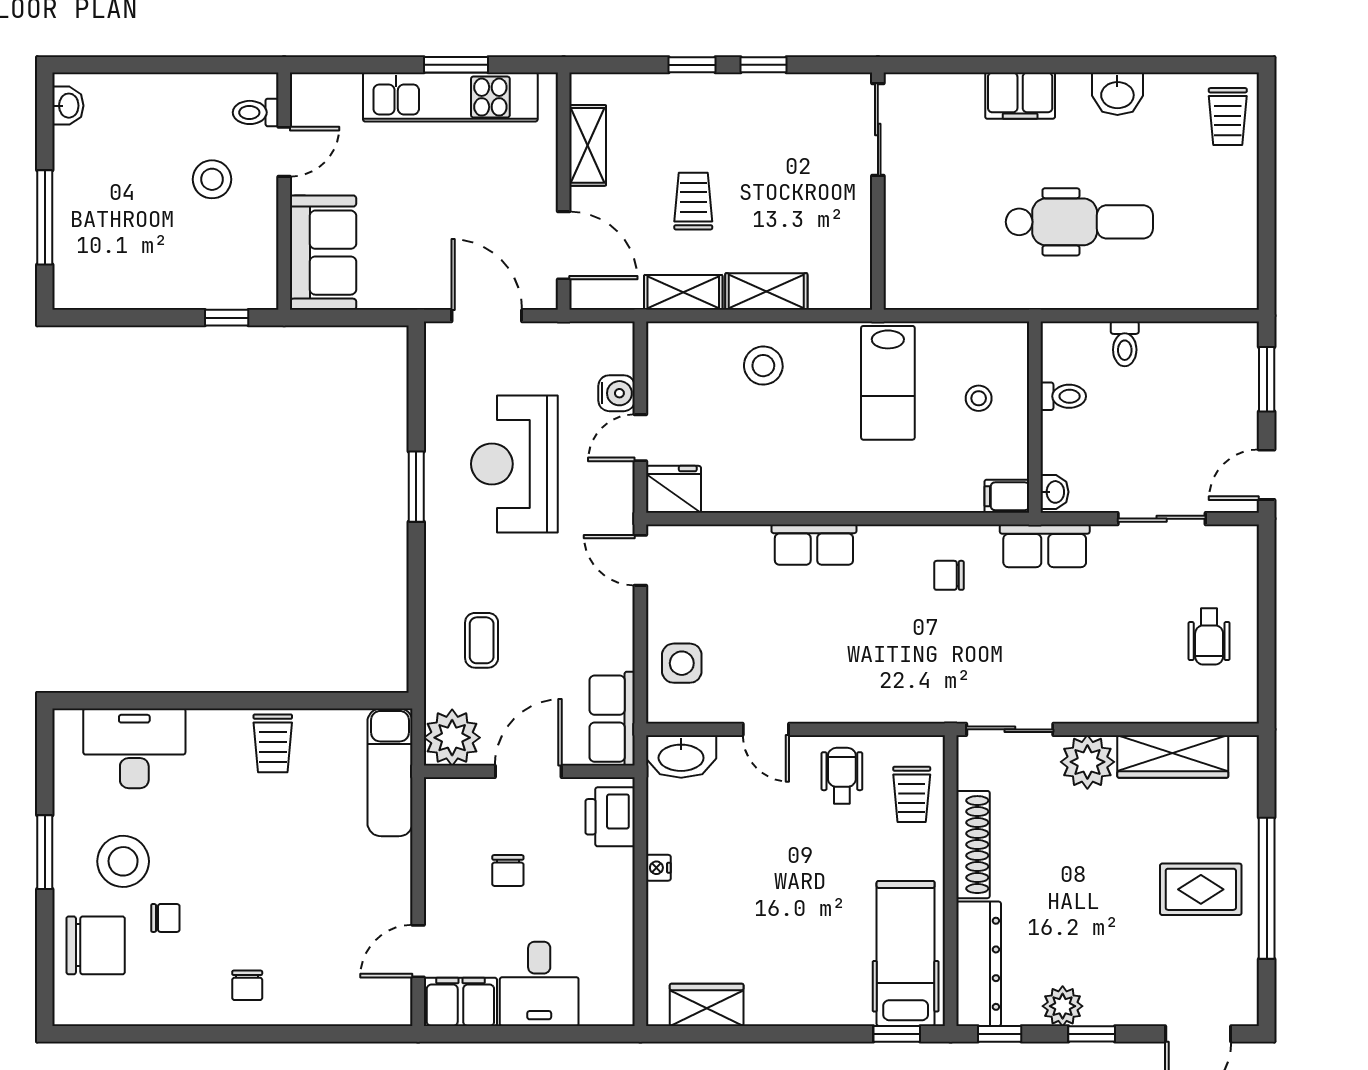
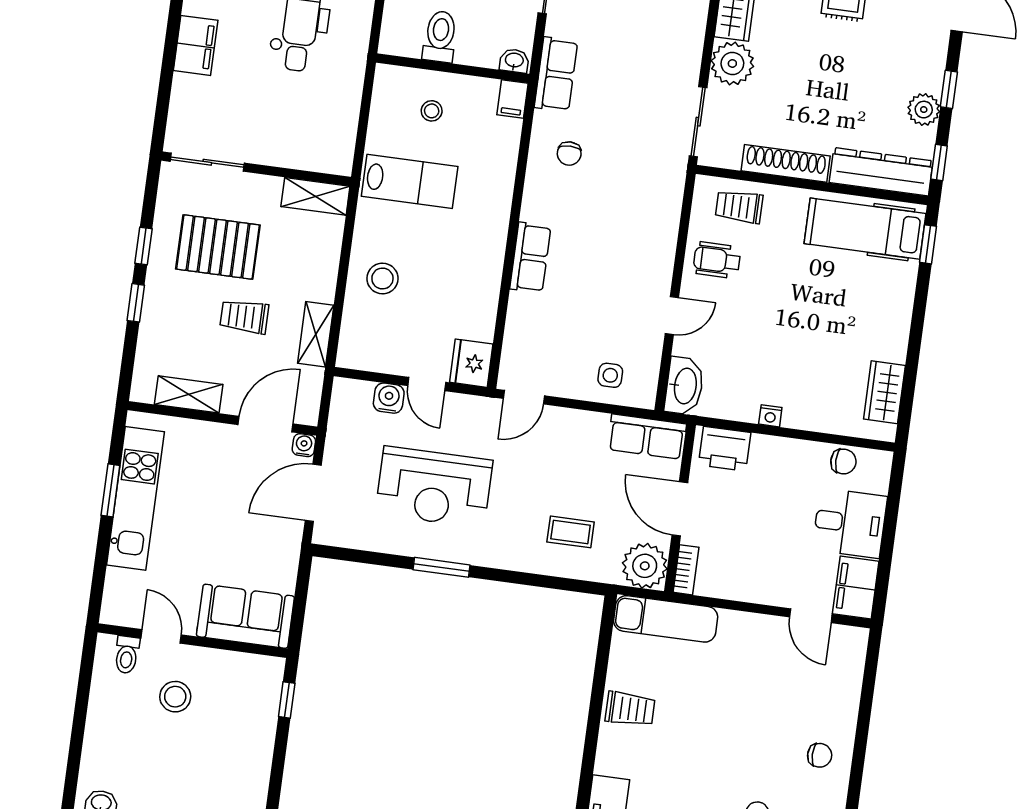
pallet: (775, 157) -> (218, 247), added
shelving: (766, 292) -> (315, 196), moved, turned 90
water cooler: (544, 296) -> (304, 445), added
toilet: (1063, 396) -> (440, 37), width x1.37, depth x1.39
side table: (682, 663) -> (610, 375), width x0.73, depth x0.73
bookcase: (454, 789) -> (686, 570), added
trolley: (912, 794) -> (739, 207), turned 180
chair: (508, 871) -> (843, 462), moved

